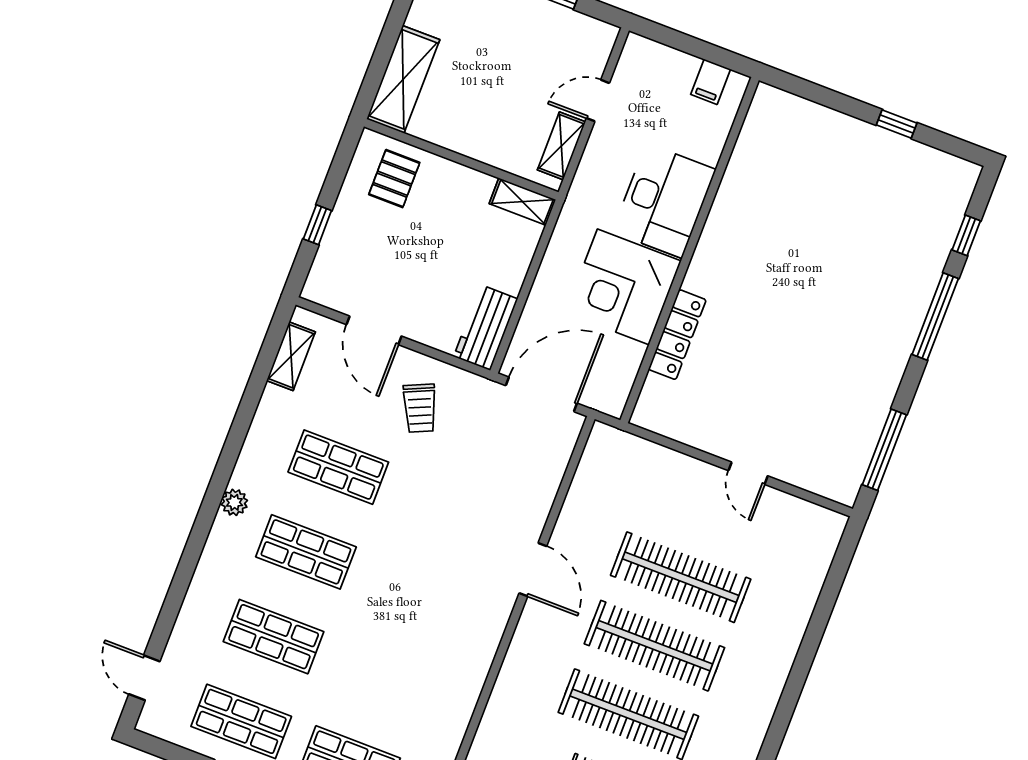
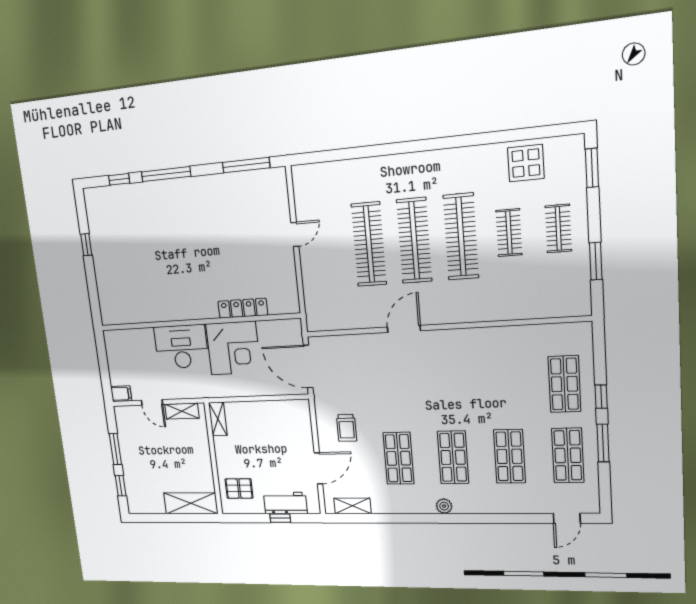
filing cabinet: (711, 82) -> (121, 394), moved
workbench: (486, 328) -> (285, 503), moved, turned 180
trolley: (420, 408) -> (347, 428), turned 114

